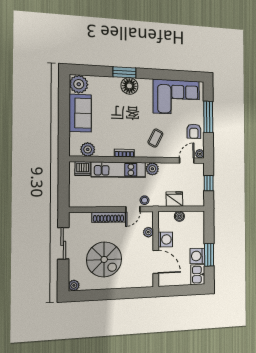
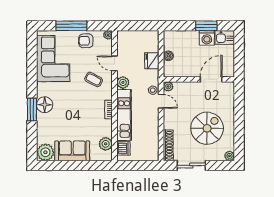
armchair: (194, 131) -> (86, 41), turned 180
door: (187, 160) -> (115, 63), moved
window: (209, 183) -> (136, 26), removed
shoe rack: (109, 217) -> (168, 145), moved
plant: (148, 232) -> (168, 86), moved
washing machine: (165, 240) -> (190, 70), removed

